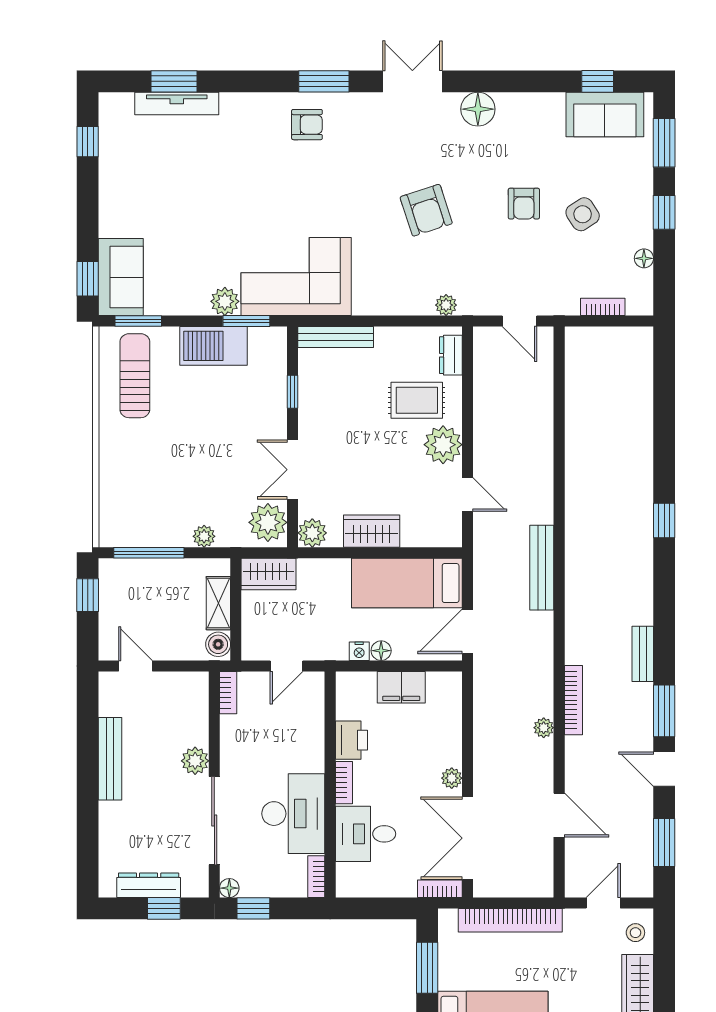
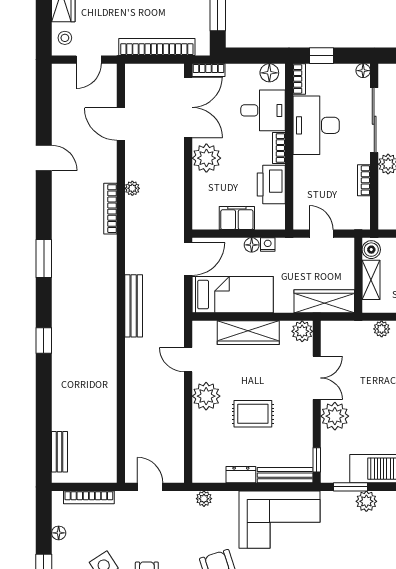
corner sofa: (296, 277) -> (280, 520), moved
bookcase: (603, 307) -> (89, 497), width x1.56
dresser: (451, 355) -> (241, 475), moved, turned -90
window: (292, 392) -> (317, 460), moved
rug: (417, 400) -> (253, 414), moved
plant: (268, 522) -> (335, 416), moved
wardrobe: (372, 531) -> (248, 333), width x1.50
wardrobe: (269, 574) -> (324, 301), width x1.50
bench: (643, 654) -> (59, 452), moved
door: (286, 666) -> (321, 234), hinge flipped
bookcase: (228, 693) -> (364, 180), moved
window: (664, 711) -> (44, 259), moved
printer: (351, 740) -> (271, 185), width x1.37, depth x1.19
plant: (452, 778) -> (206, 158), width x1.88, depth x1.88
window: (664, 843) -> (44, 104), removed
floor lamp: (357, 885) -> (269, 73), added
window: (253, 908) -> (321, 56), moved

